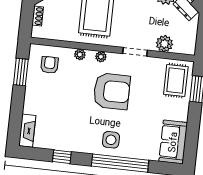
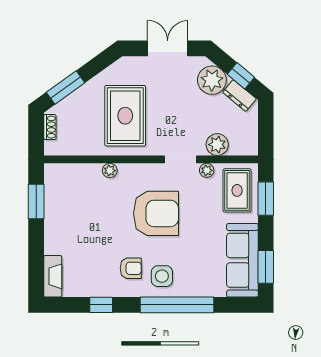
plant: (101, 57) -> (207, 170), moved
armchair: (50, 65) -> (131, 268), moved, turned 90
sofa: (173, 142) -> (242, 260), width x1.36
window: (191, 142) -> (266, 267), added

